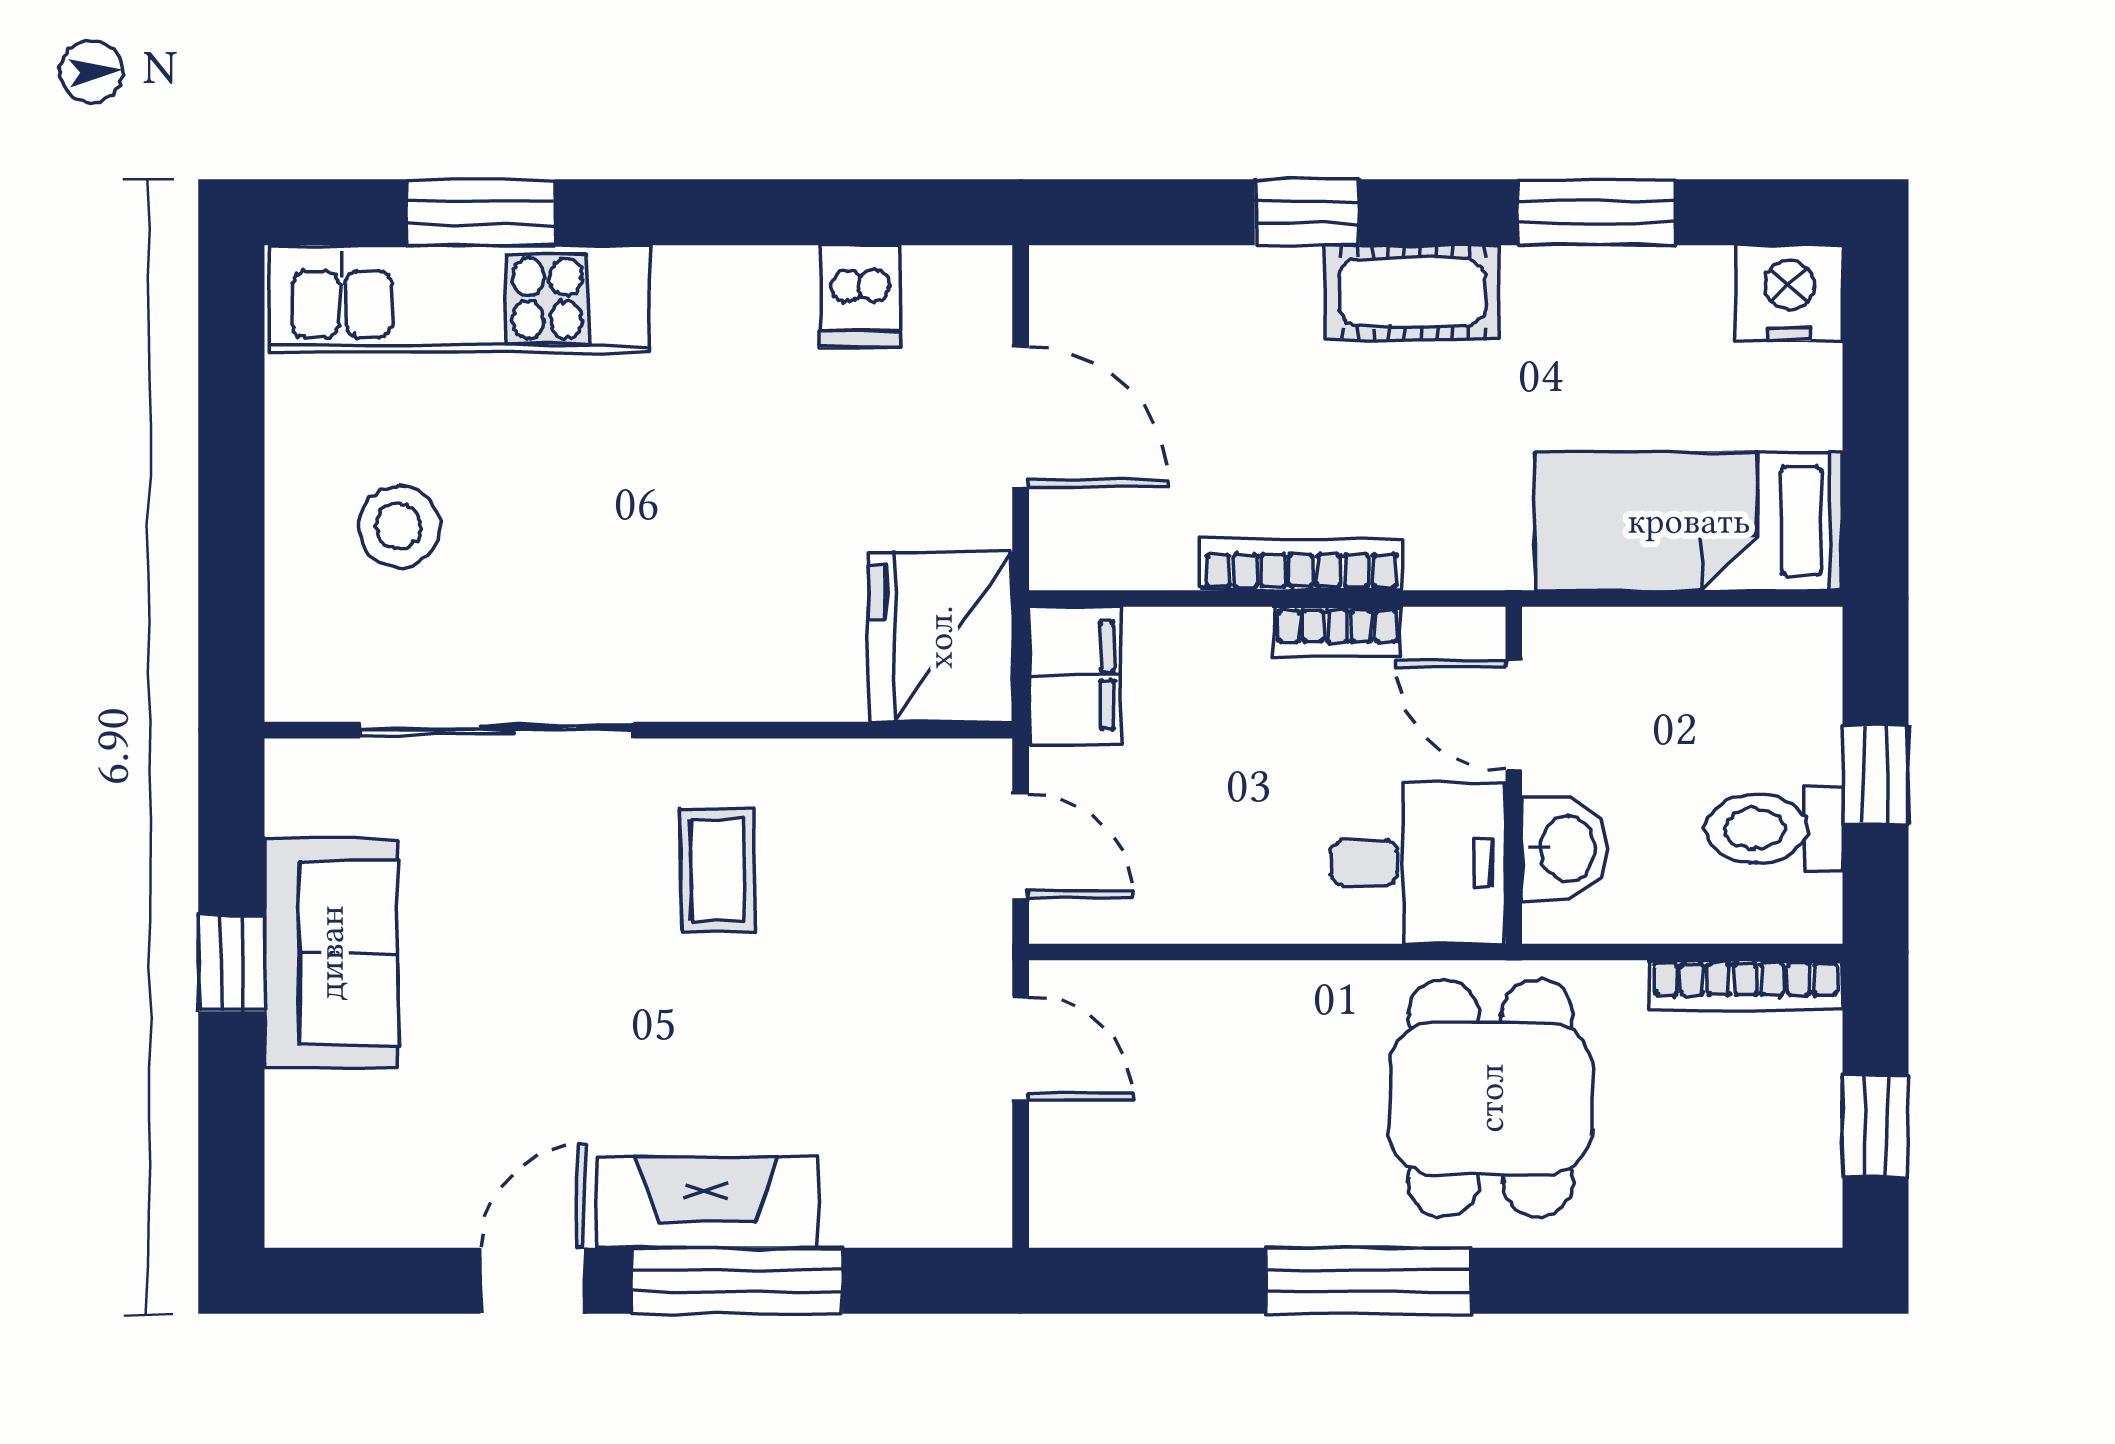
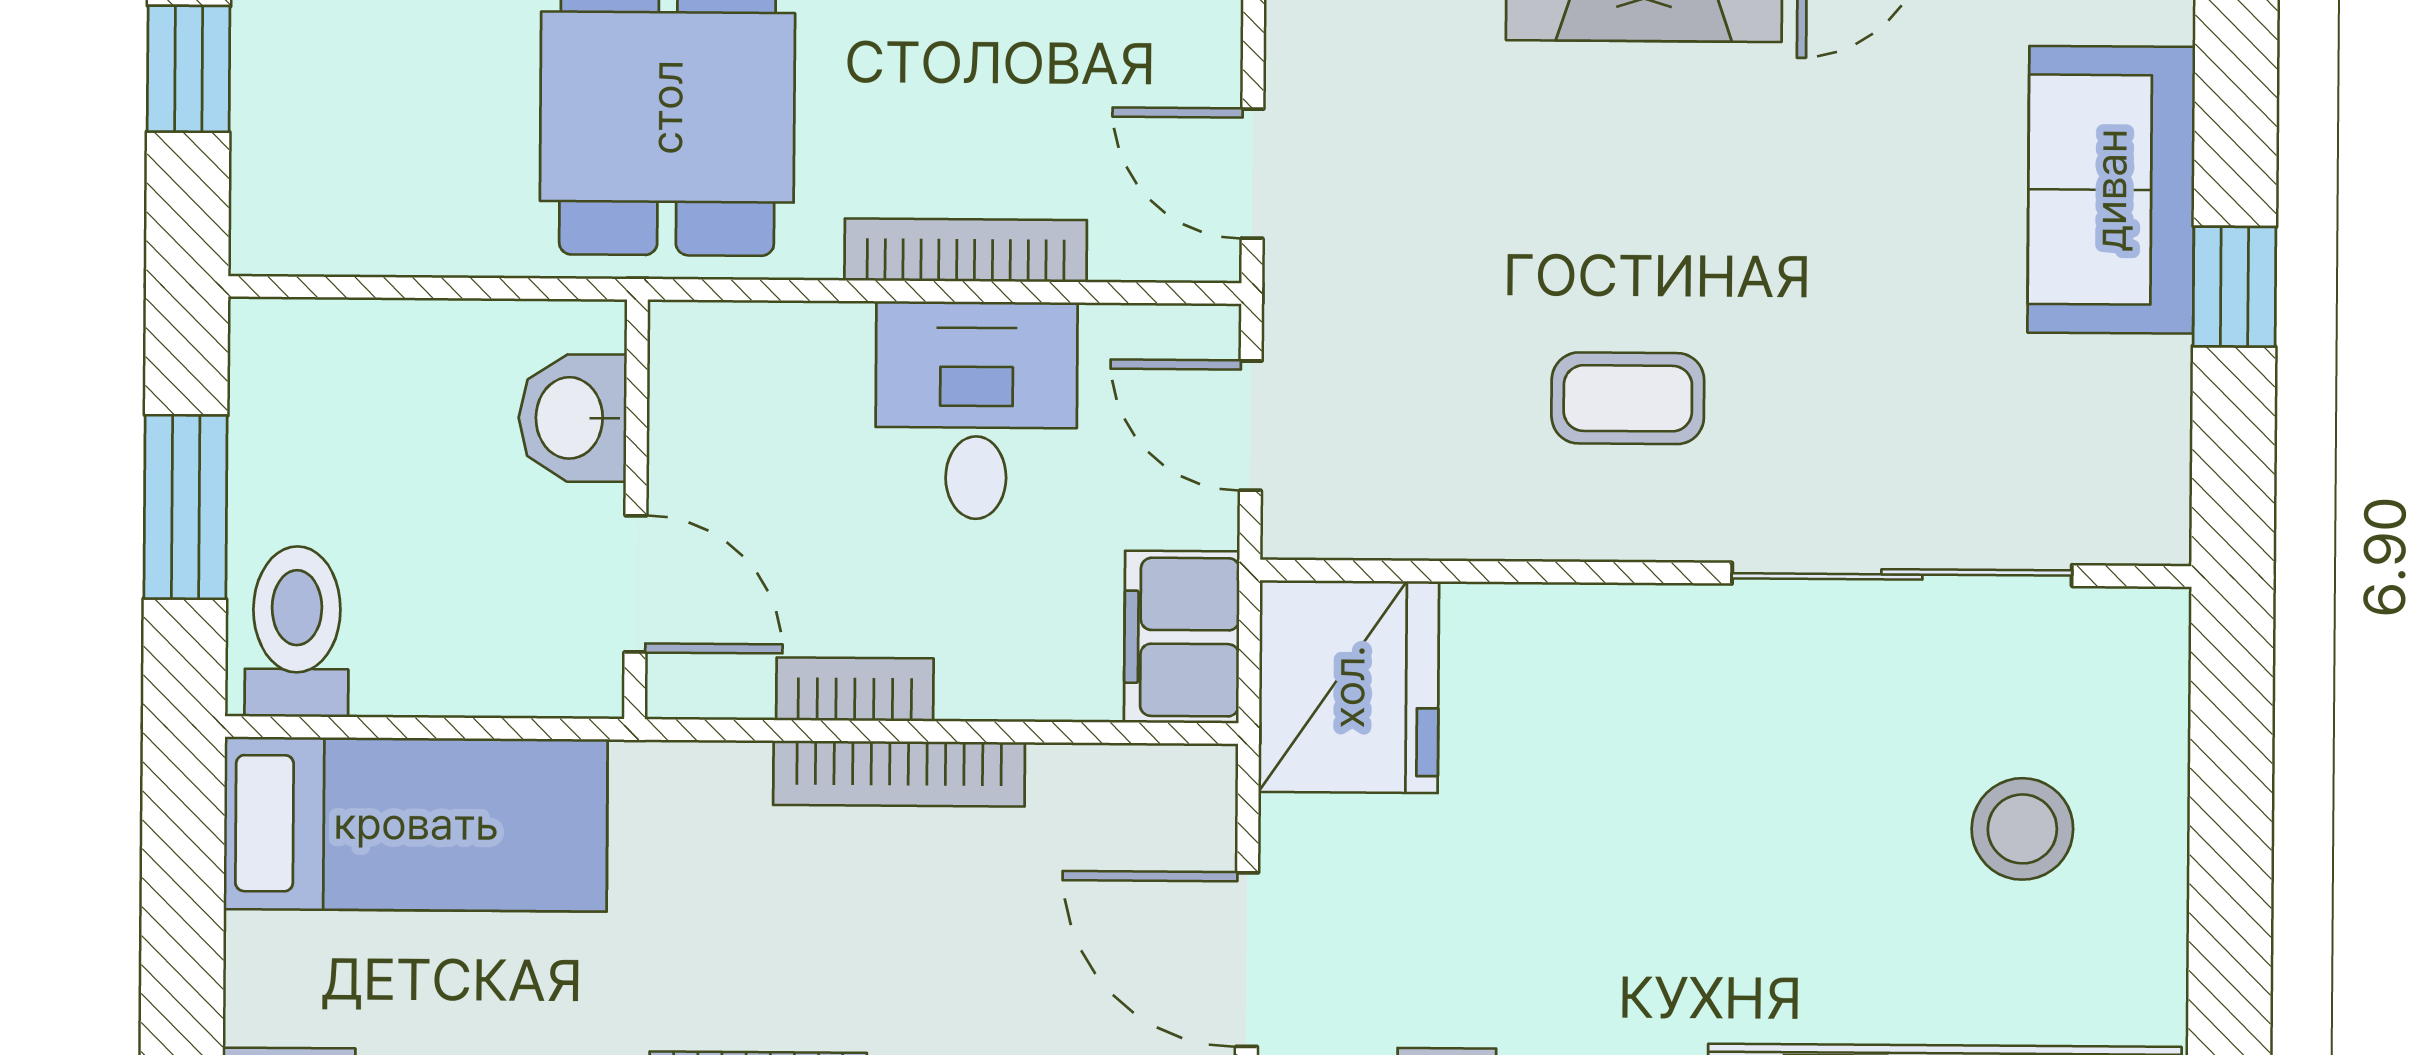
window: (1875, 775) -> (186, 507), width x1.50
toilet: (1774, 829) -> (297, 632), moved, turned -90
desk: (1418, 863) -> (976, 410), moved, turned 90
coffee table: (718, 870) -> (1628, 398), turned 90
sofa: (331, 953) -> (2111, 190), moved
bookcase: (1745, 985) -> (966, 250), moved

